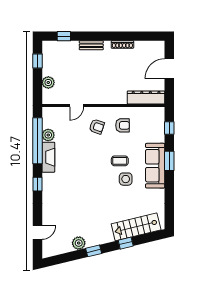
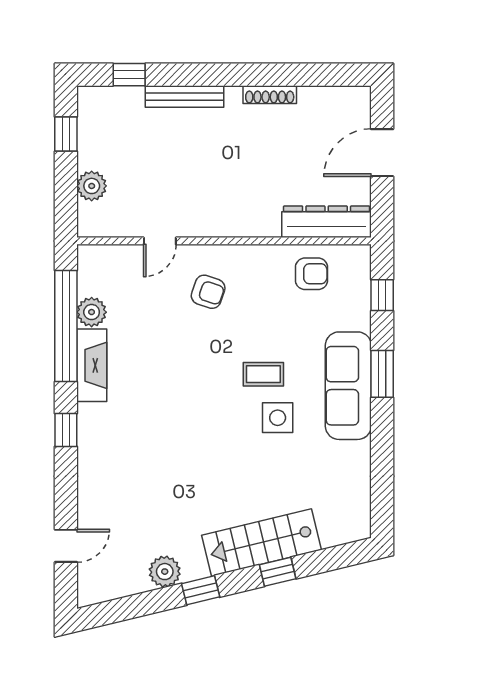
bench: (91, 45) -> (185, 96), width x1.36
armchair: (122, 125) -> (311, 274), moved
stairs: (136, 227) -> (261, 542), moved

